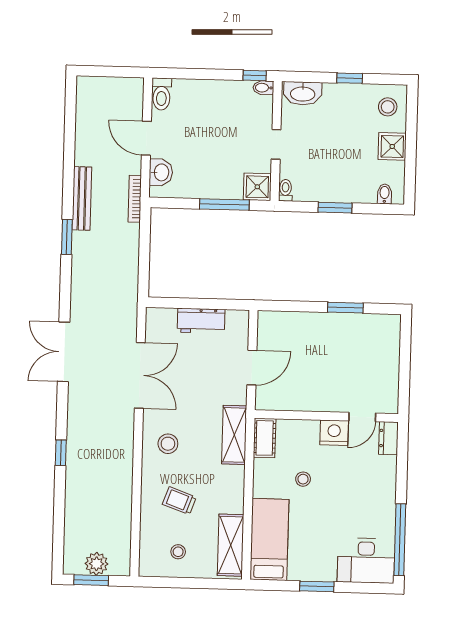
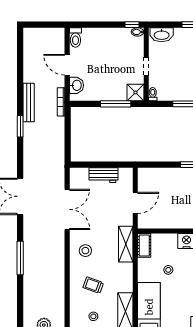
window: (61, 453) -> (20, 258), width x2.17

